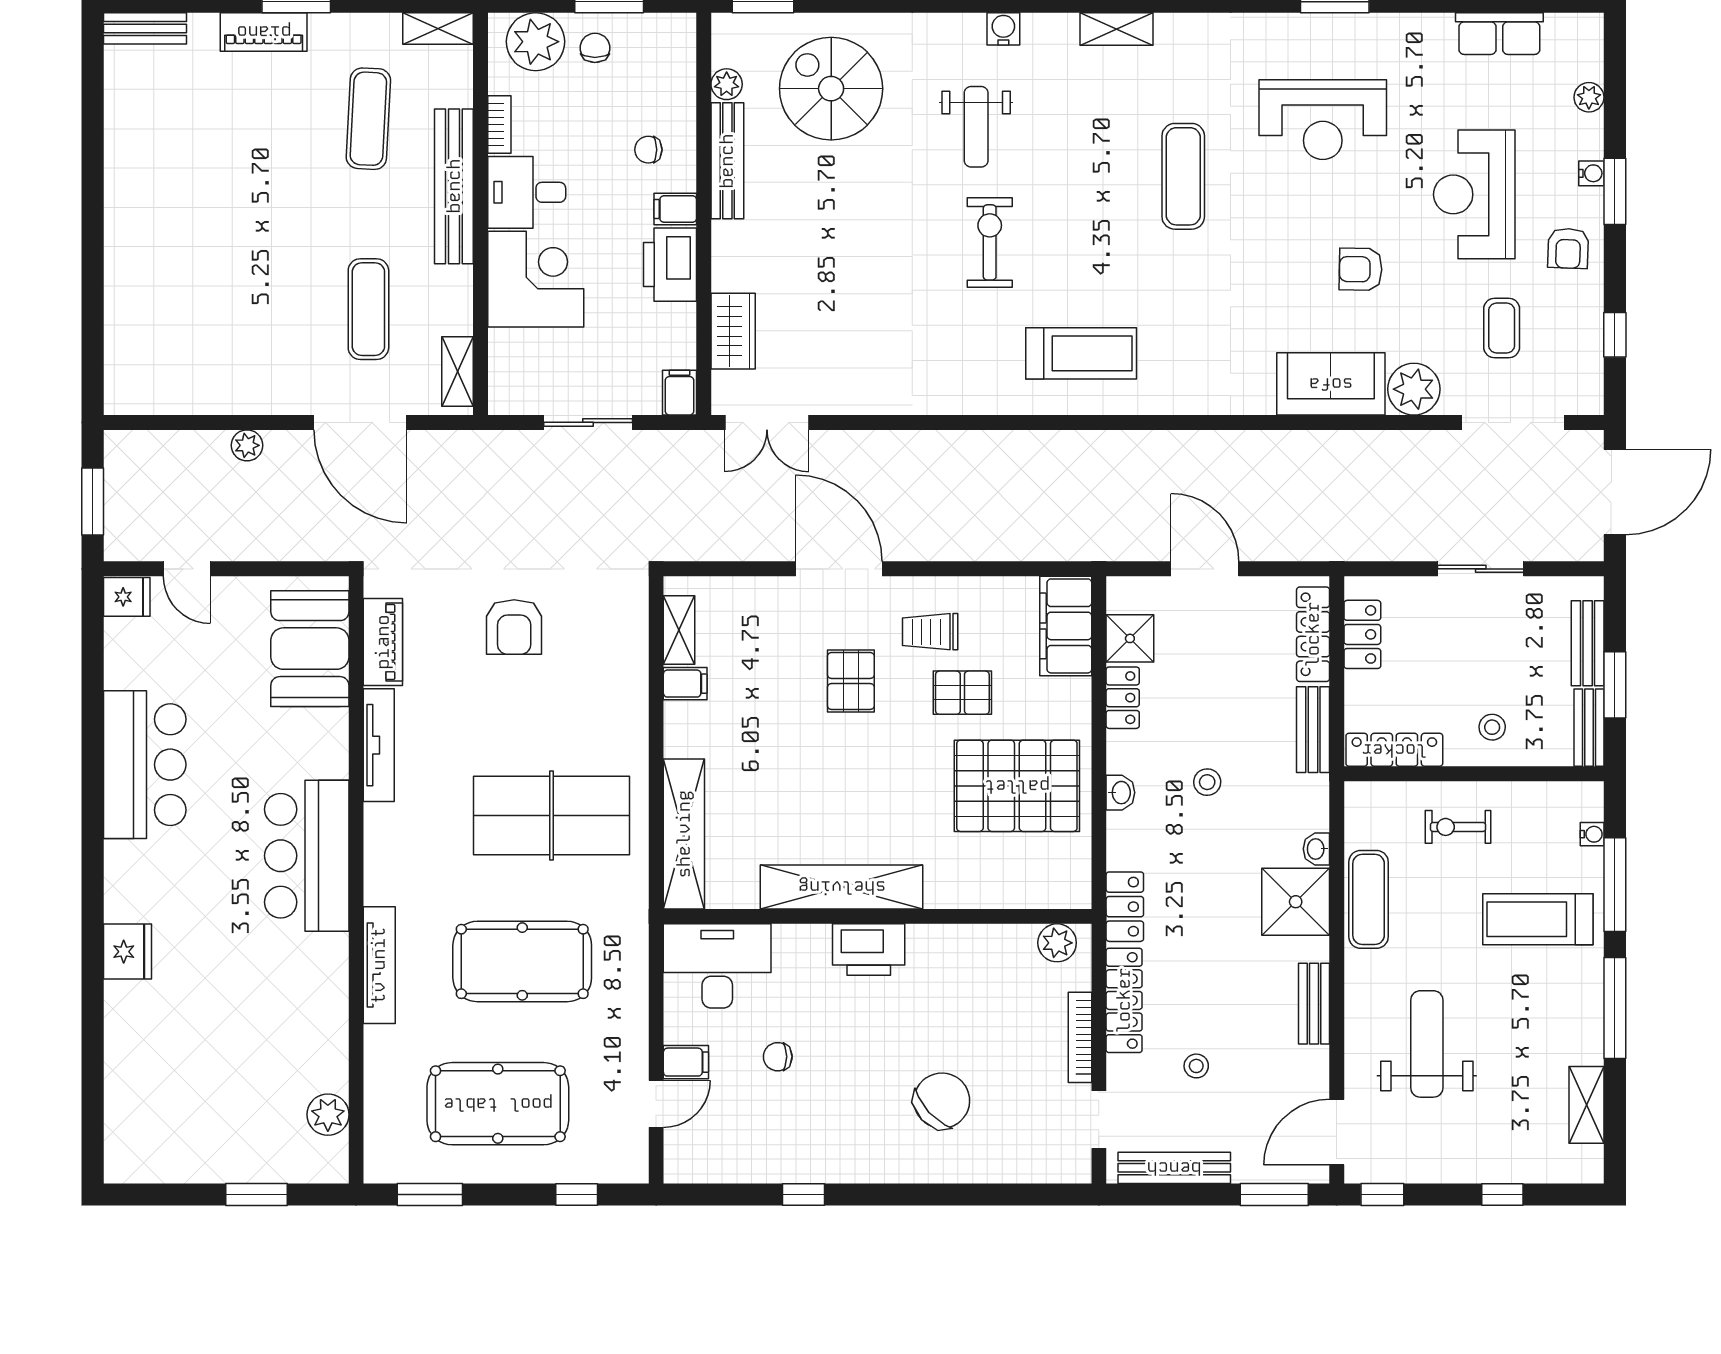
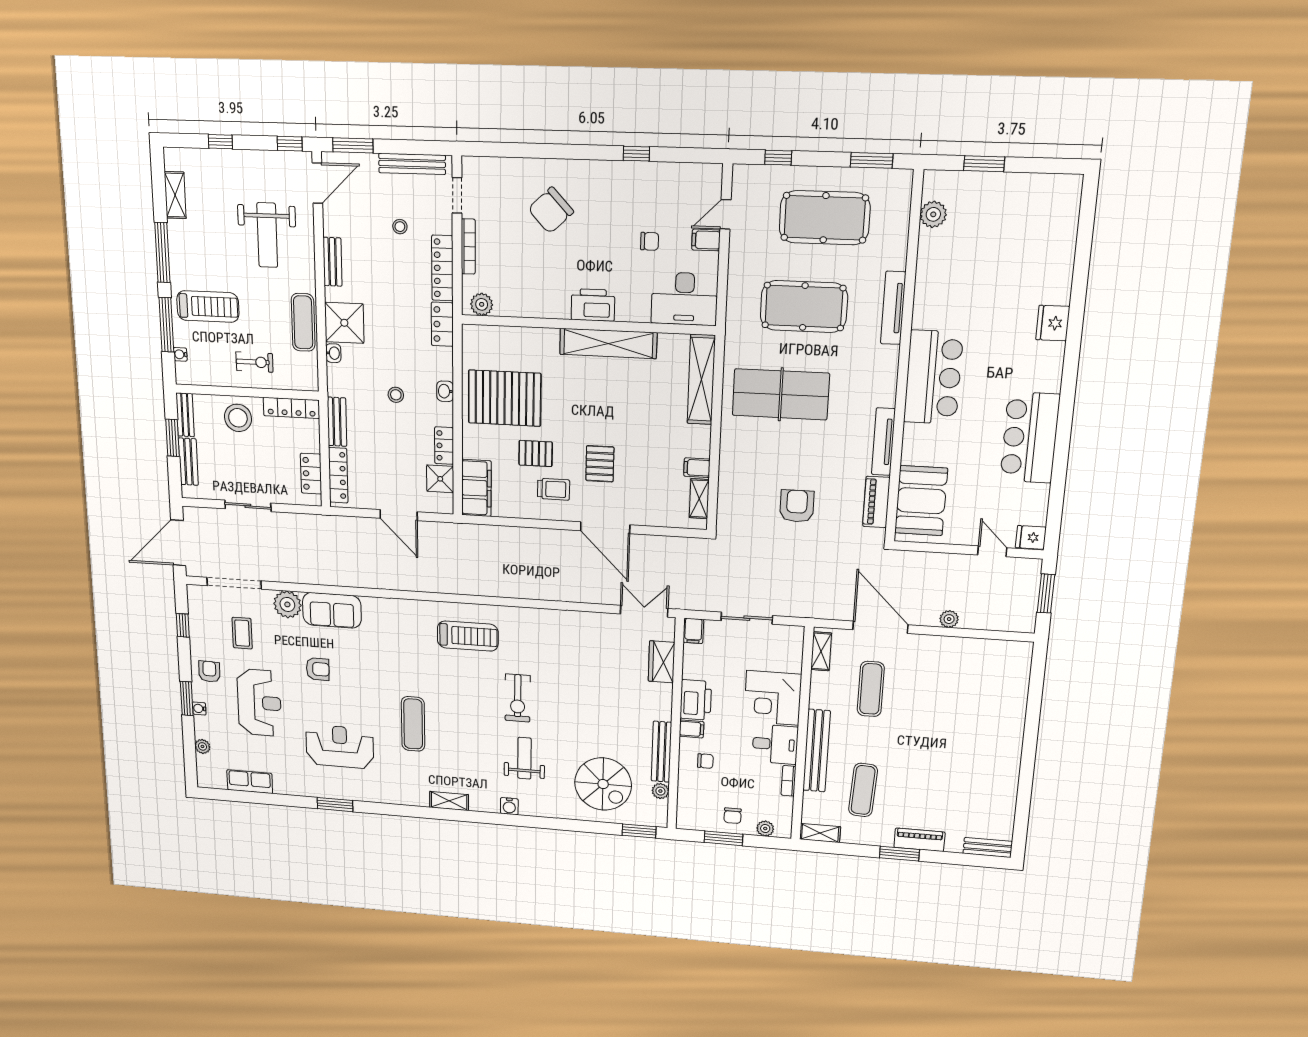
plant: (536, 42) -> (765, 829), width x0.53, depth x0.53
treadmill: (1081, 353) -> (468, 636), turned 180
stool: (1492, 727) -> (238, 418), width x1.89, depth x1.89

